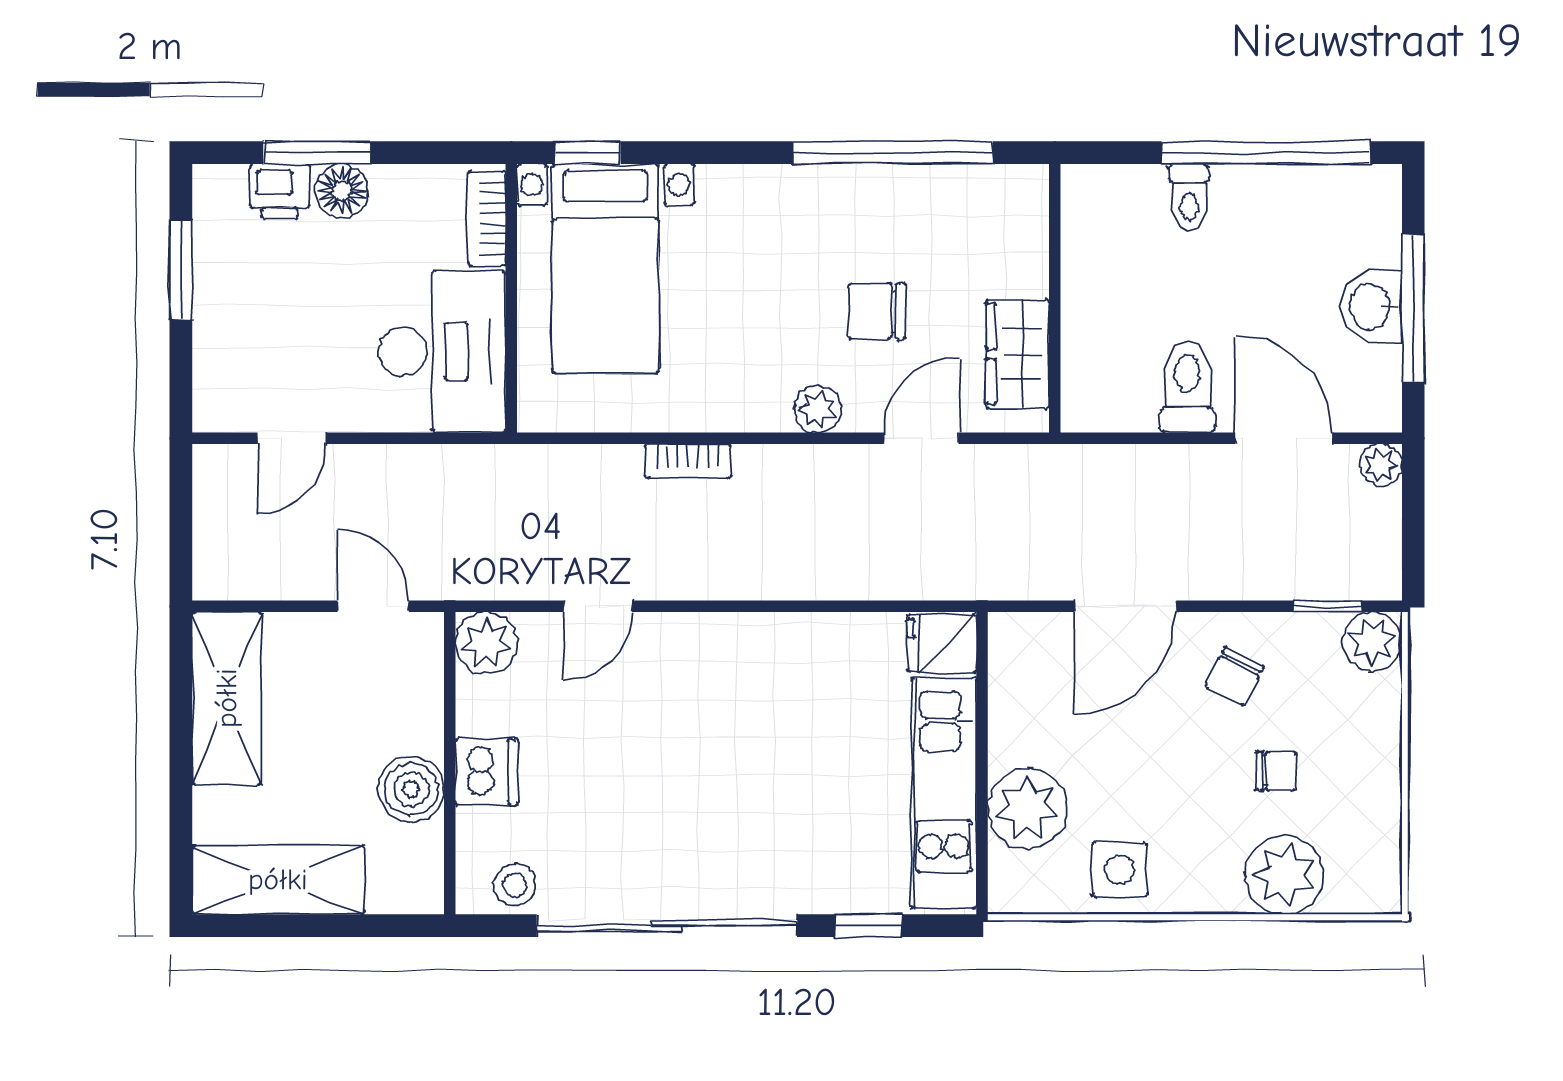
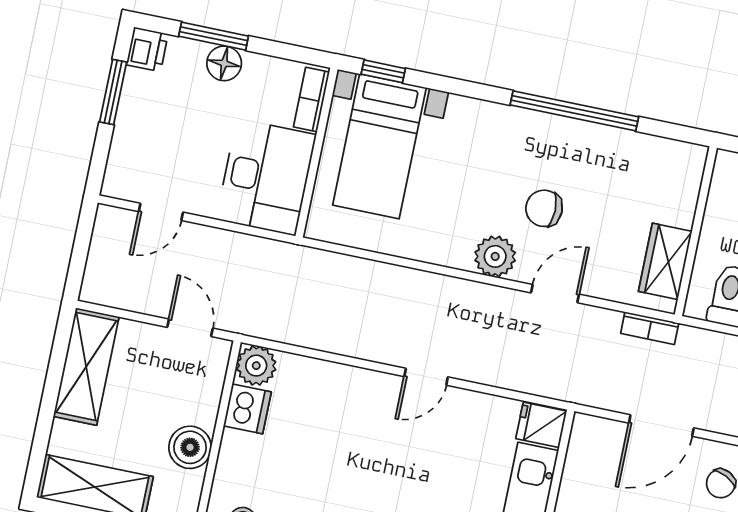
printer: (280, 191) -> (147, 49), moved, turned -90
wall: (1055, 298) -> (696, 231), moved
wardrobe: (1018, 354) -> (665, 261), moved
plant: (817, 409) -> (495, 256), width x1.38, depth x1.38
bookcase: (688, 461) -> (650, 328), moved
door: (598, 606) -> (426, 377), moved
dishwasher: (487, 772) -> (247, 409), moved

